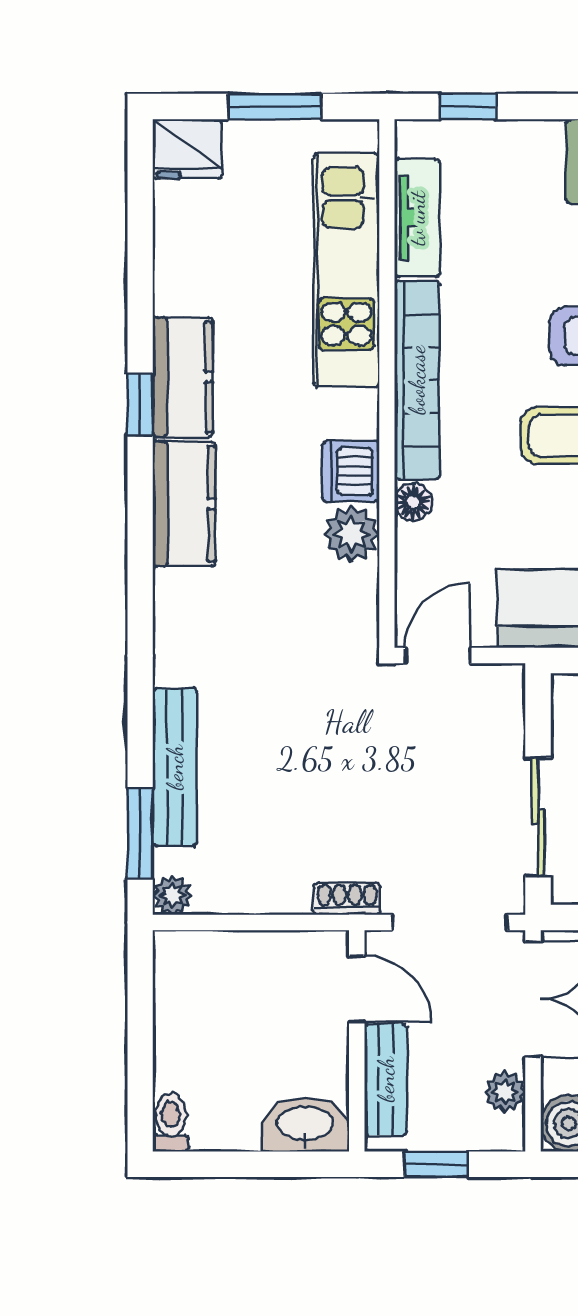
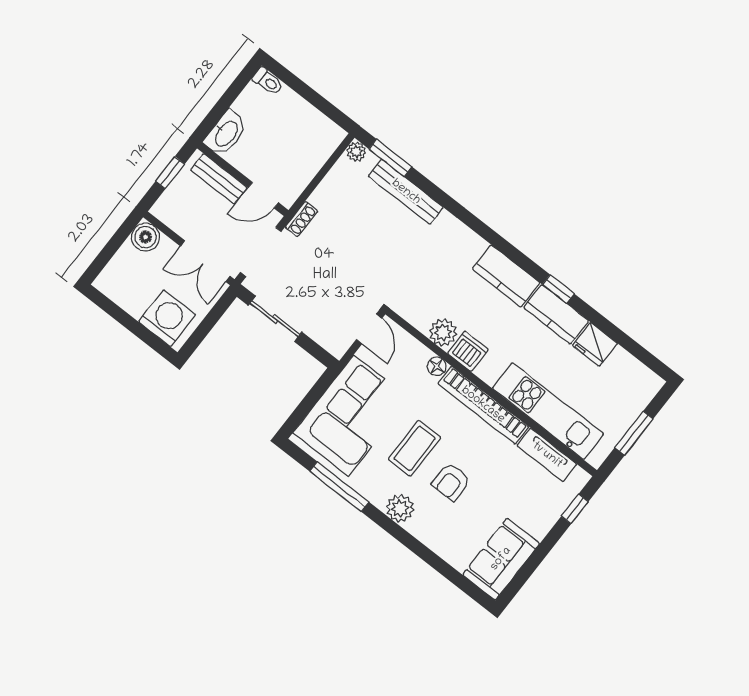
fridge: (187, 149) -> (595, 344), moved, turned -90
plant: (505, 1092) -> (177, 222), removed

